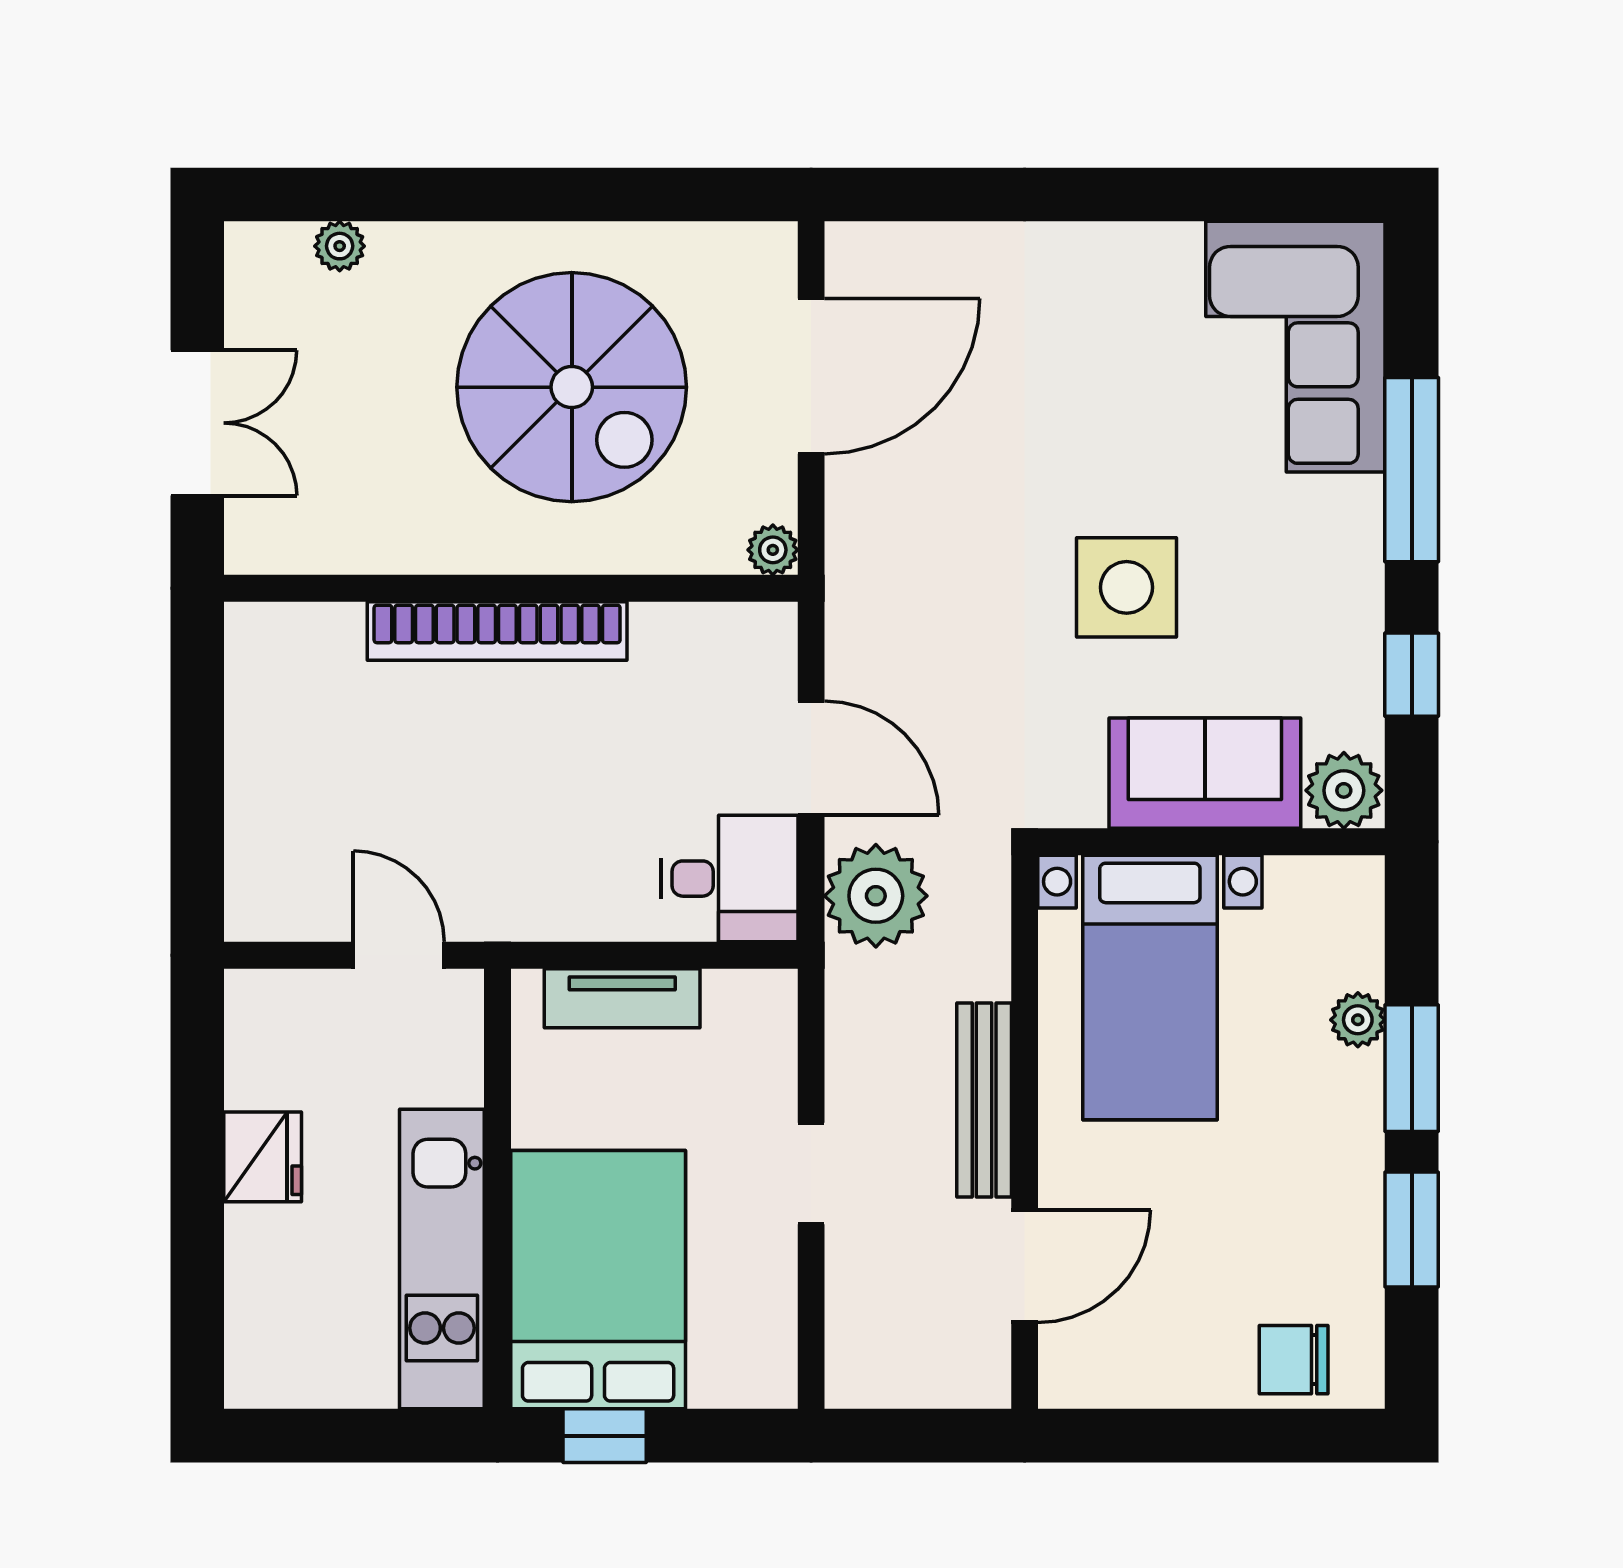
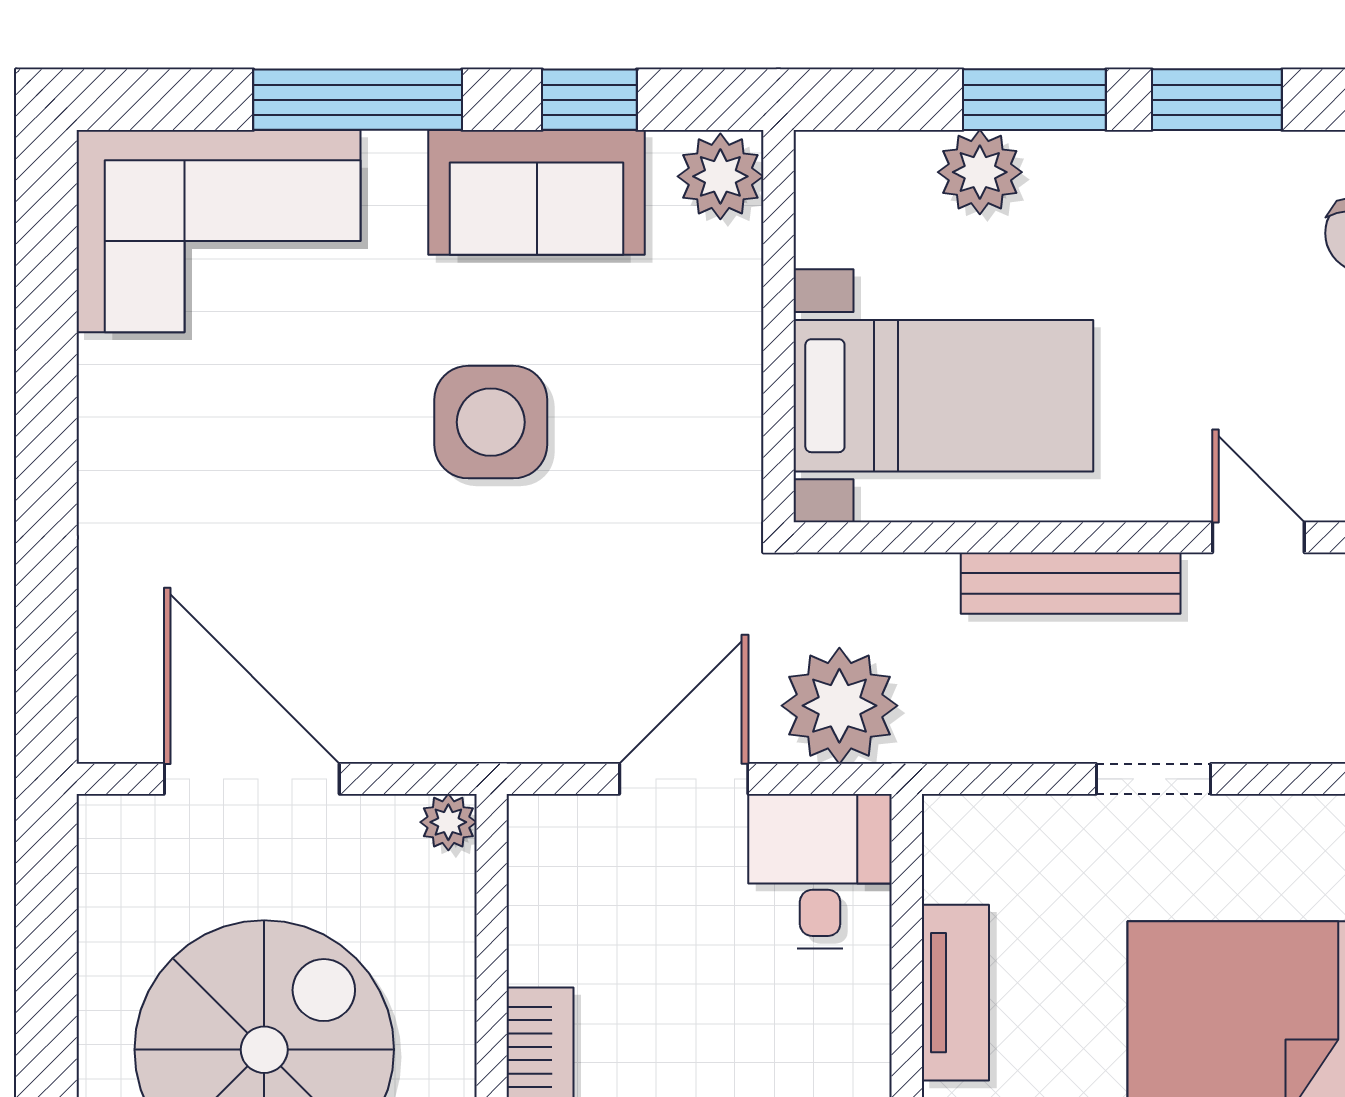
sofa: (1205, 773) -> (537, 192), moved, turned -90
plant: (1358, 1020) -> (980, 172), width x1.38, depth x1.38
door: (1025, 1266) -> (1258, 537), width x0.73

